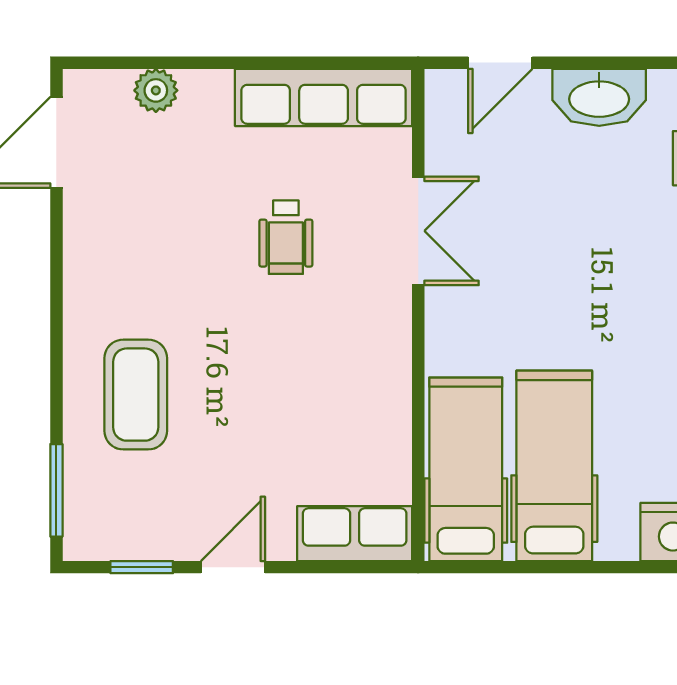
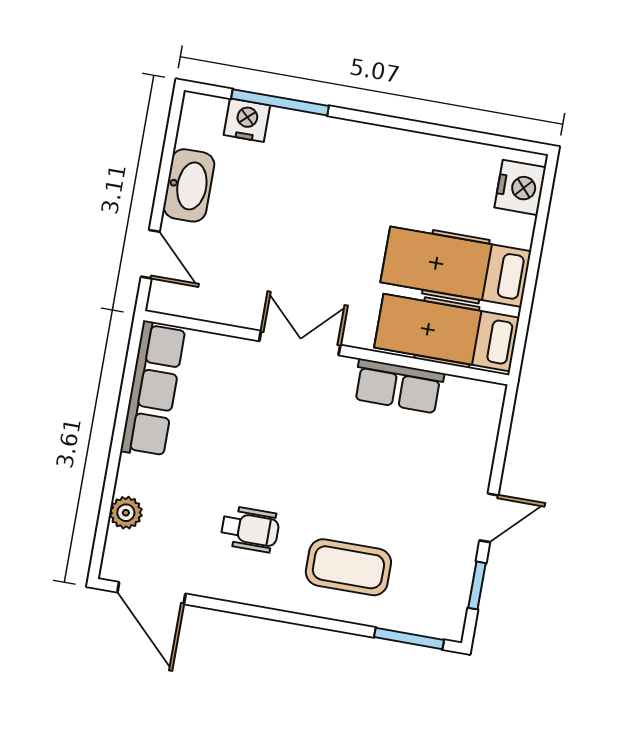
double door: (418, 231) -> (300, 343), moved
wheelchair: (286, 237) -> (250, 529), moved
row of seats: (355, 534) -> (398, 386), moved, turned -90
door: (233, 567) -> (489, 518), swing flipped

